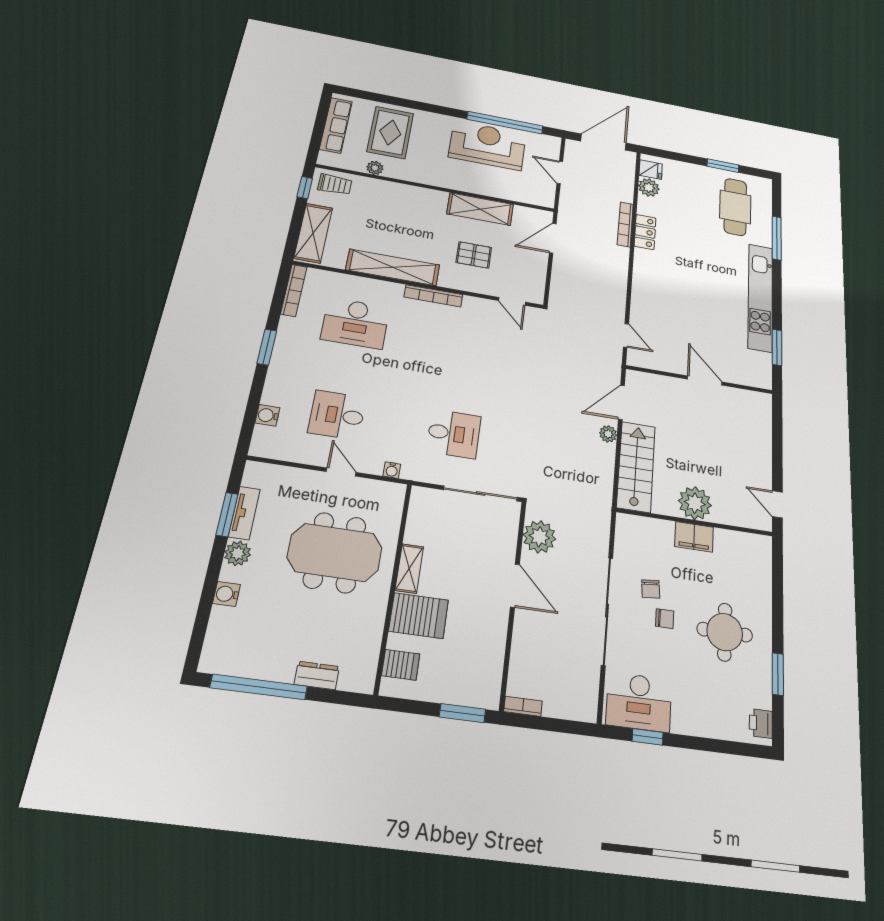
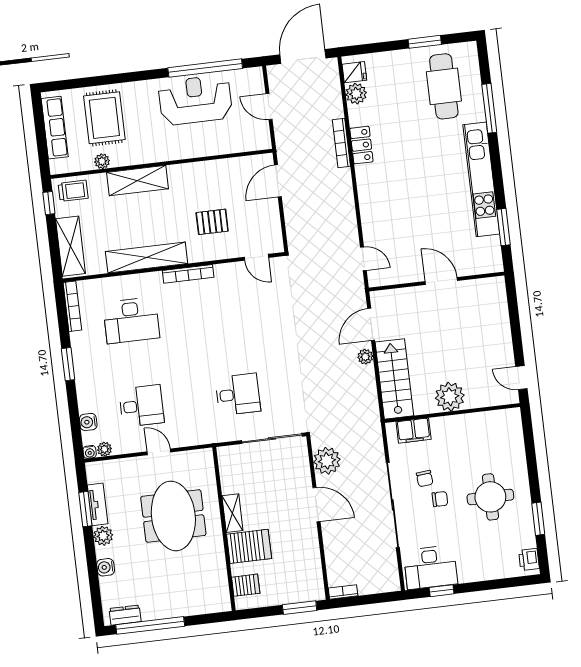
shelving: (480, 209) -> (137, 181), moved
desk: (337, 415) -> (141, 406), turned 180
plant: (276, 451) -> (104, 449), added
water cooler: (392, 470) -> (90, 452), moved
filing cabinet: (694, 537) -> (414, 431), moved
meeting table: (335, 552) -> (173, 516), turned 90
dresser: (317, 675) -> (125, 615), moved

